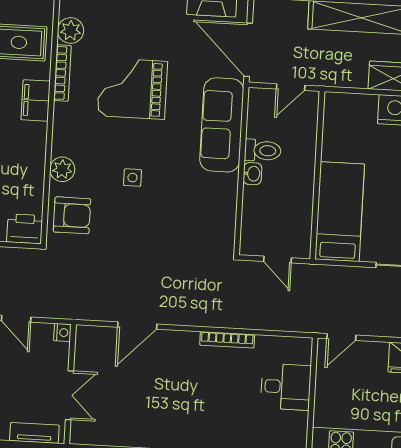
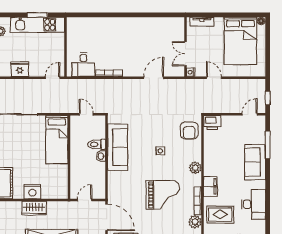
sofa: (222, 125) -> (118, 147), moved
toilet: (263, 150) -> (97, 144), moved
plant: (62, 169) -> (195, 168), moved
armchair: (72, 215) -> (189, 130), turned -90
desk: (286, 387) -> (83, 65), moved, turned -90
double door: (70, 395) -> (185, 54), moved

